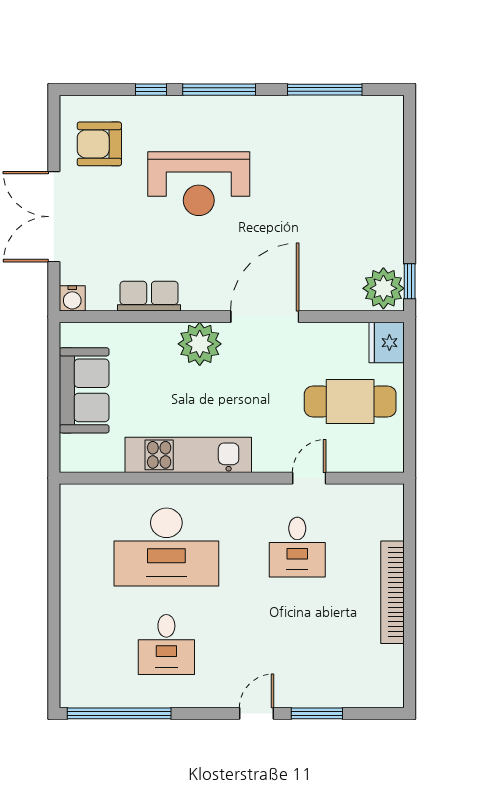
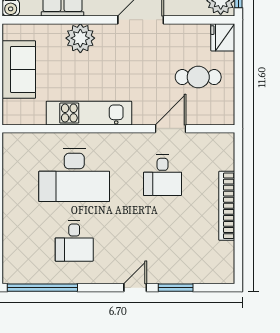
plant: (200, 344) -> (80, 38), moved
cafe table: (350, 402) -> (198, 77), width x0.73, depth x0.74
door: (309, 478) -> (171, 129), width x1.38

